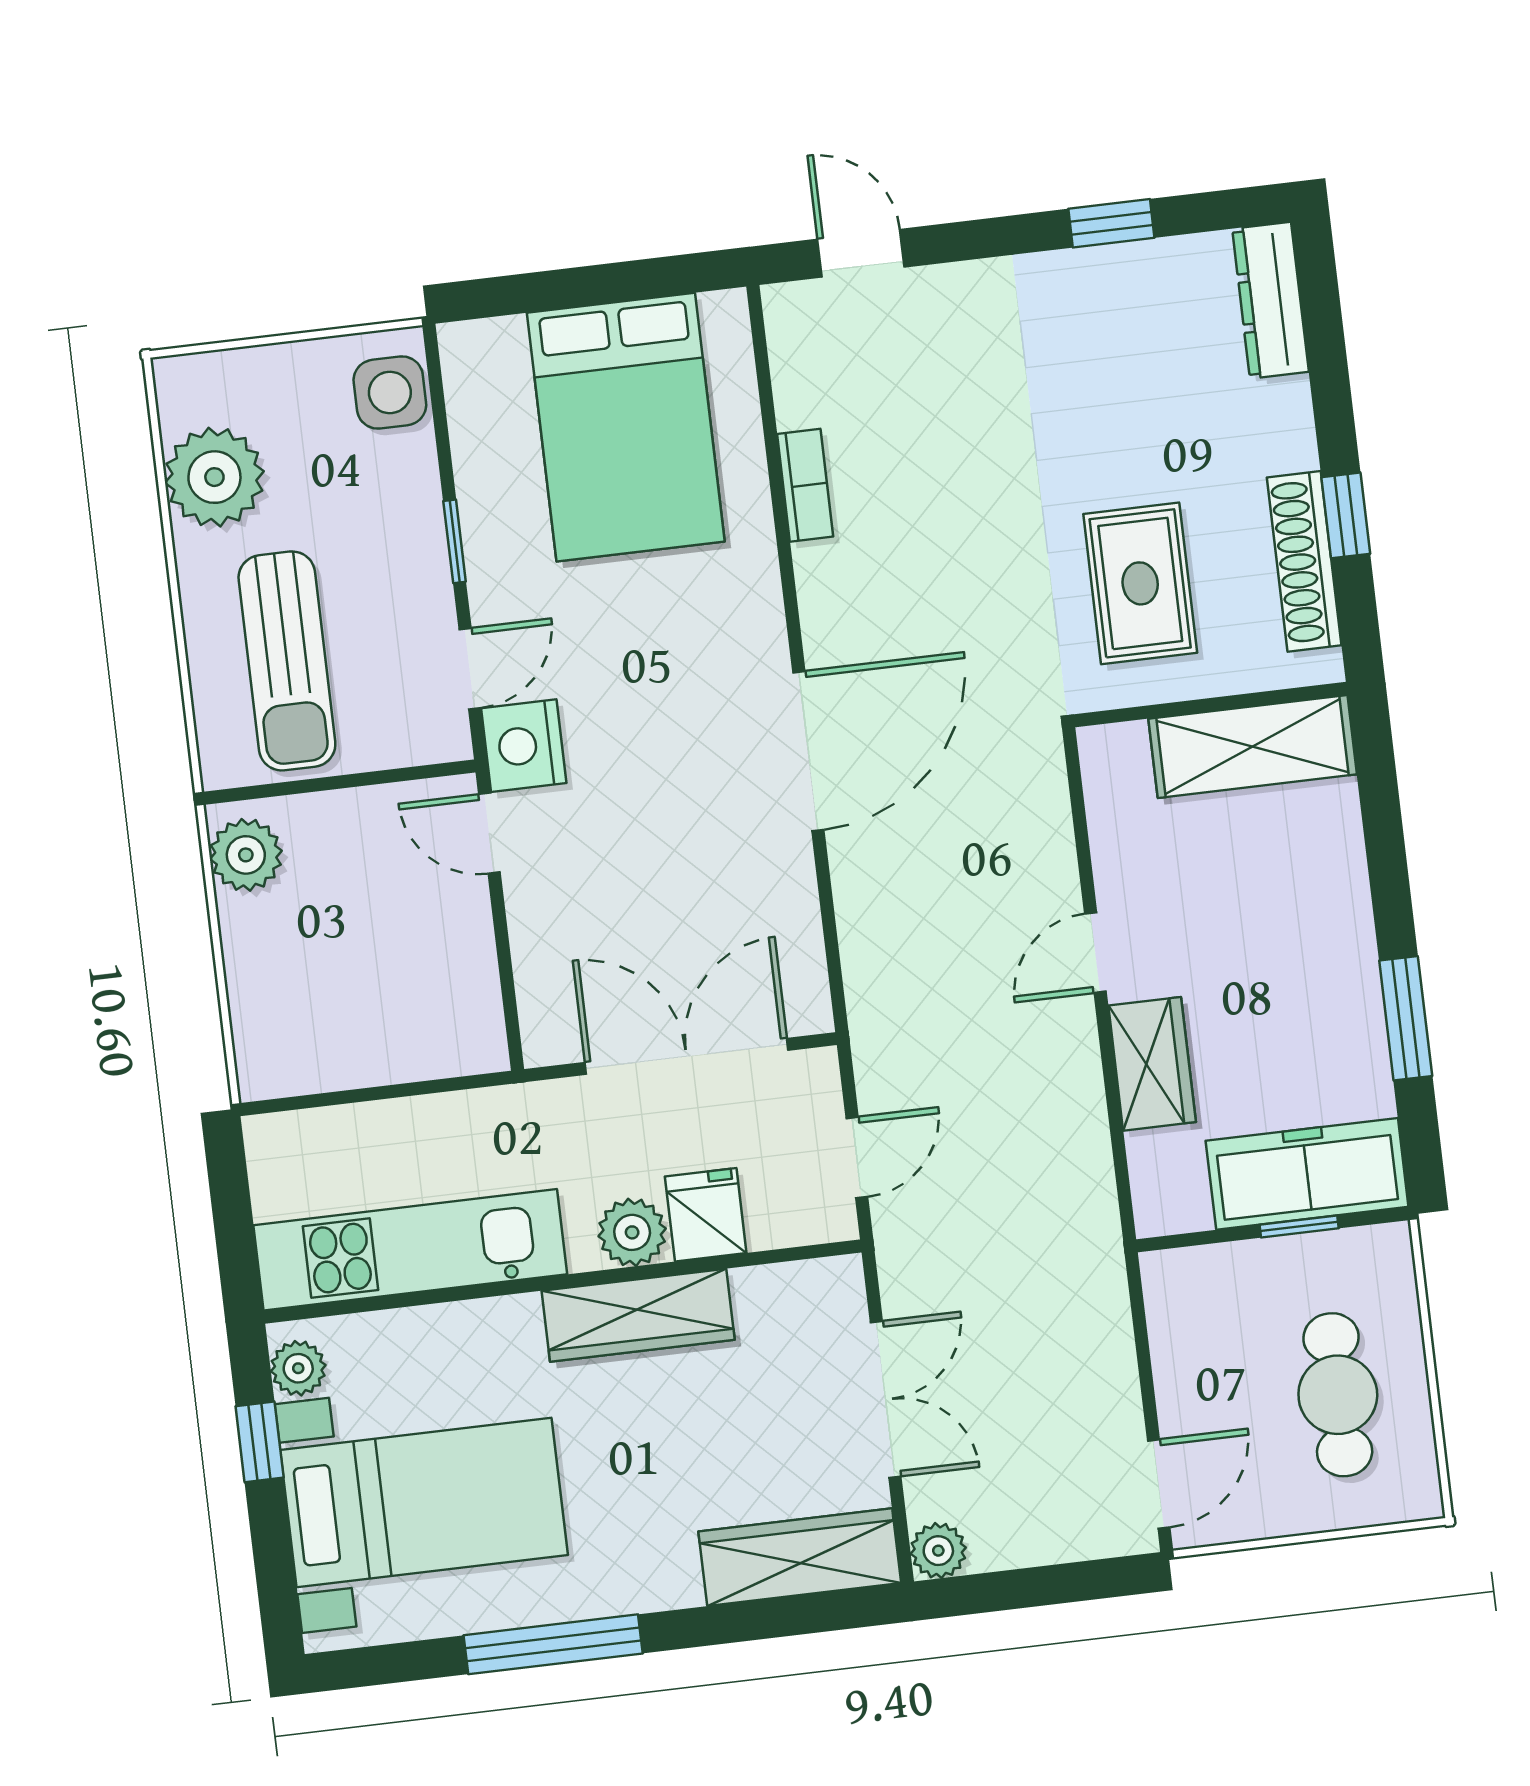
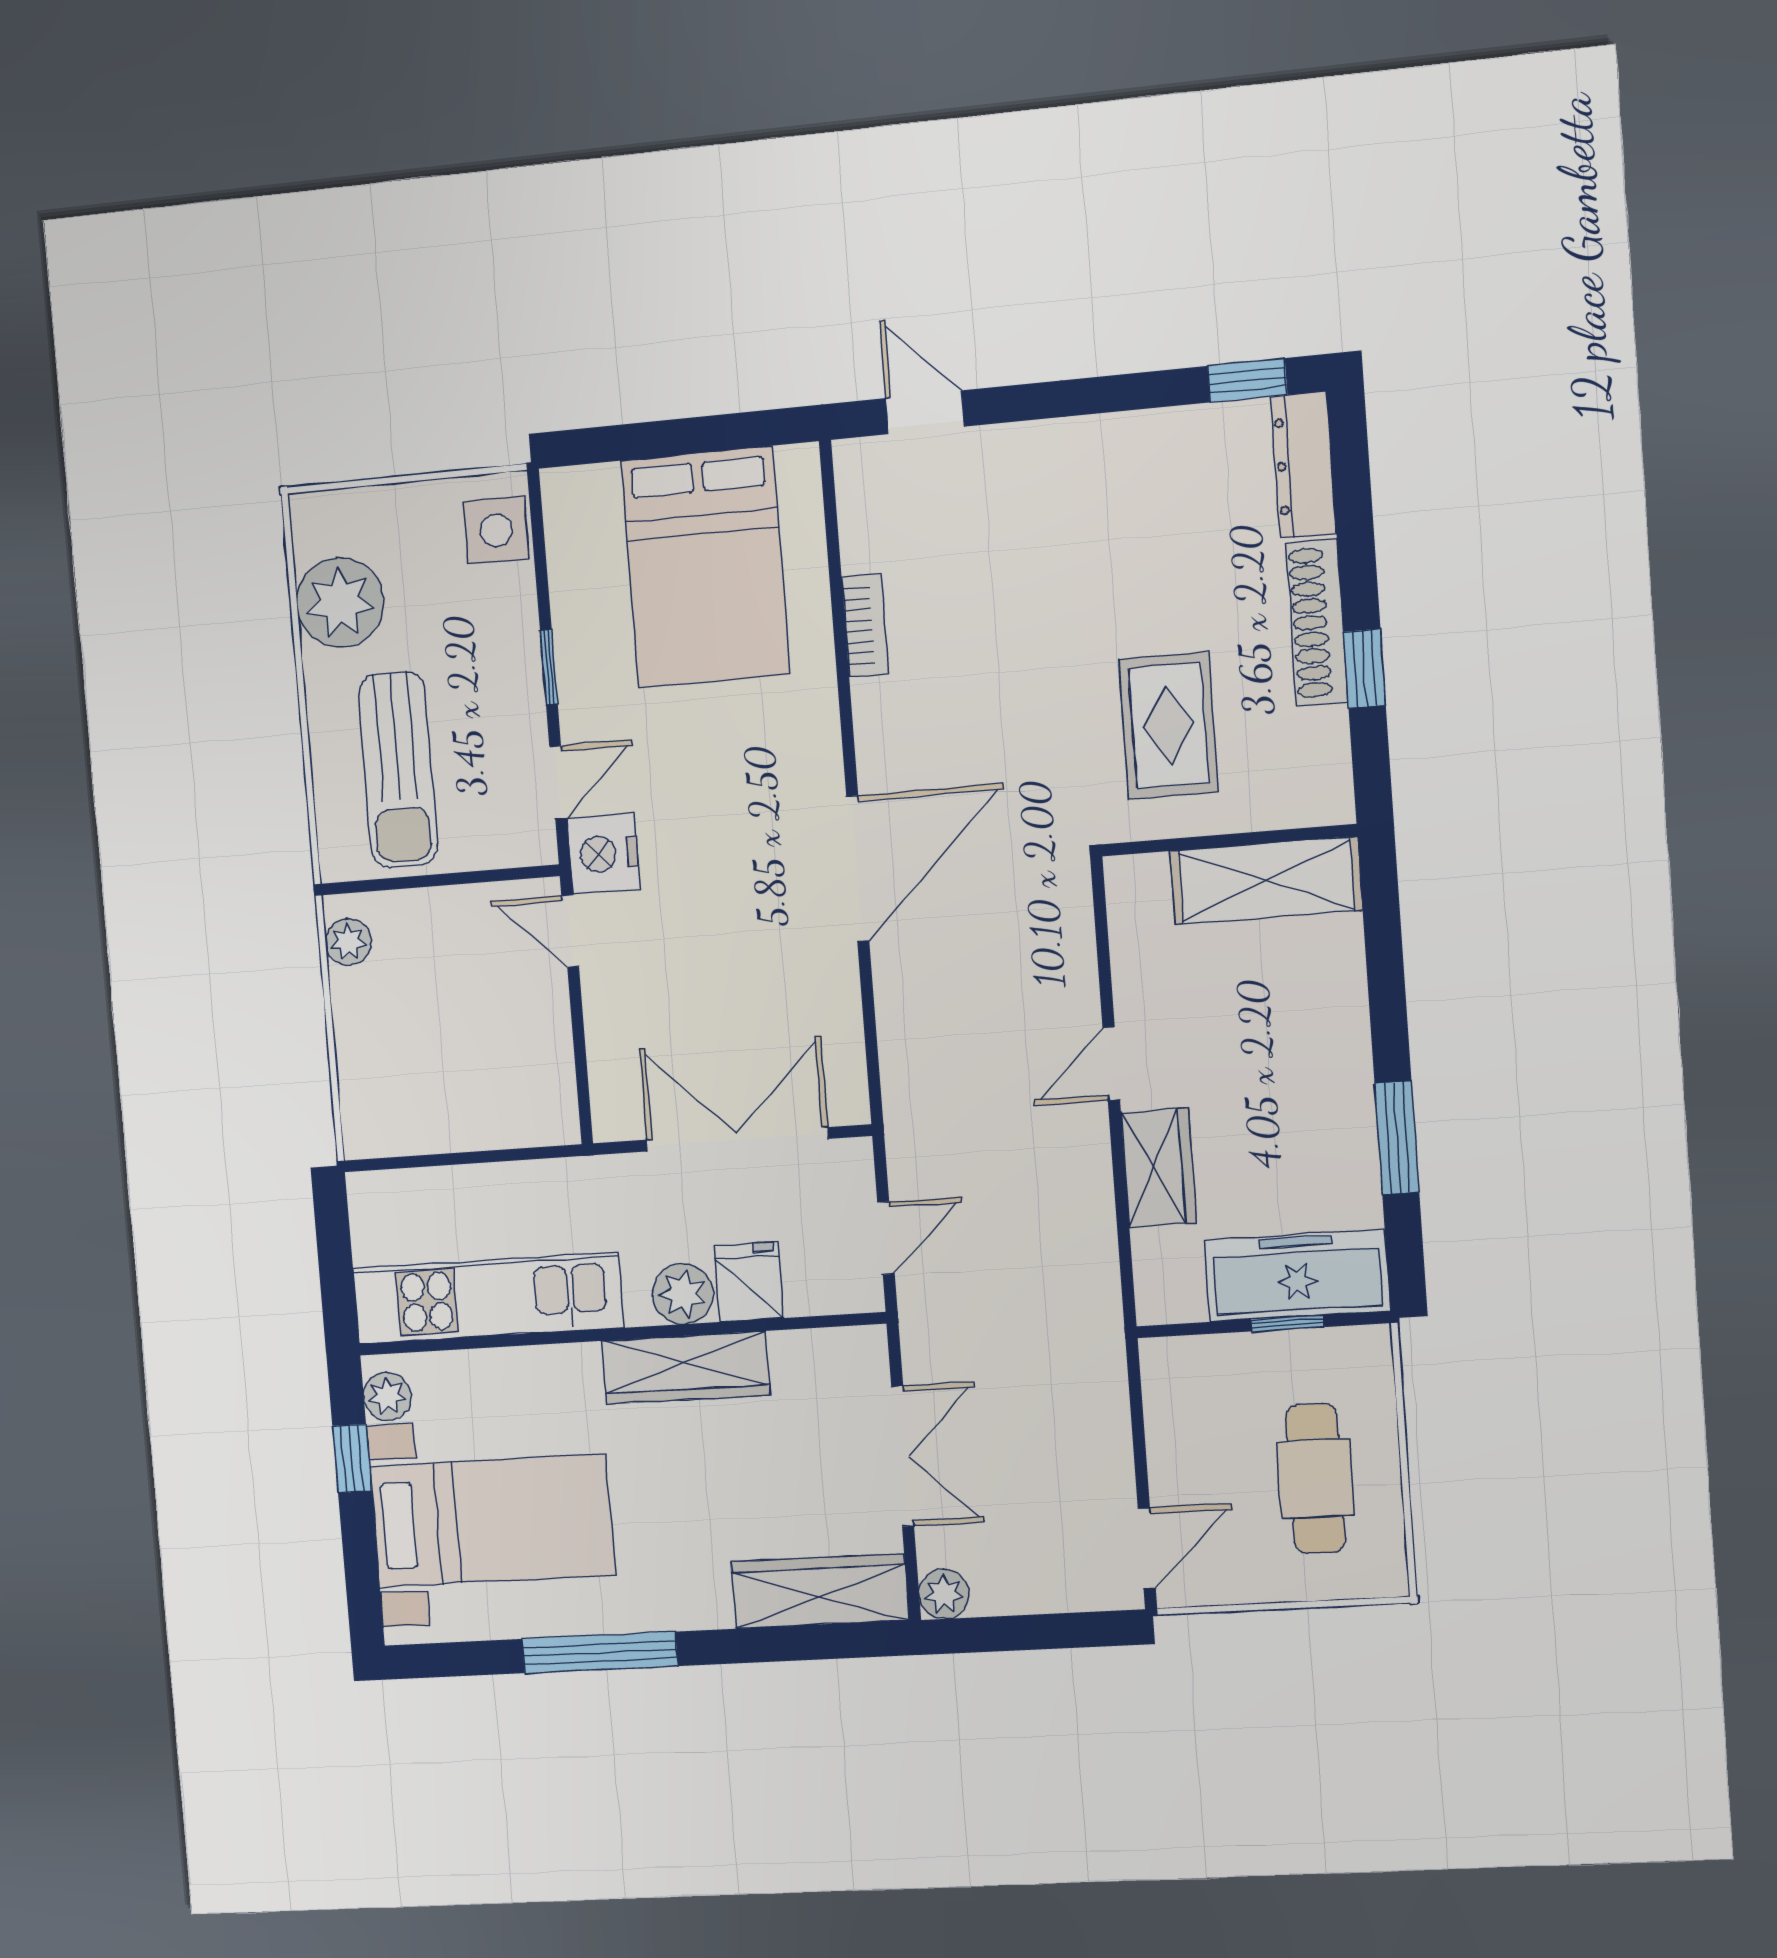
window: (1111, 223) -> (1247, 380), moved
shoe rack: (1304, 561) -> (1317, 622), moved
plant: (246, 855) -> (348, 942), width x0.73, depth x0.73

